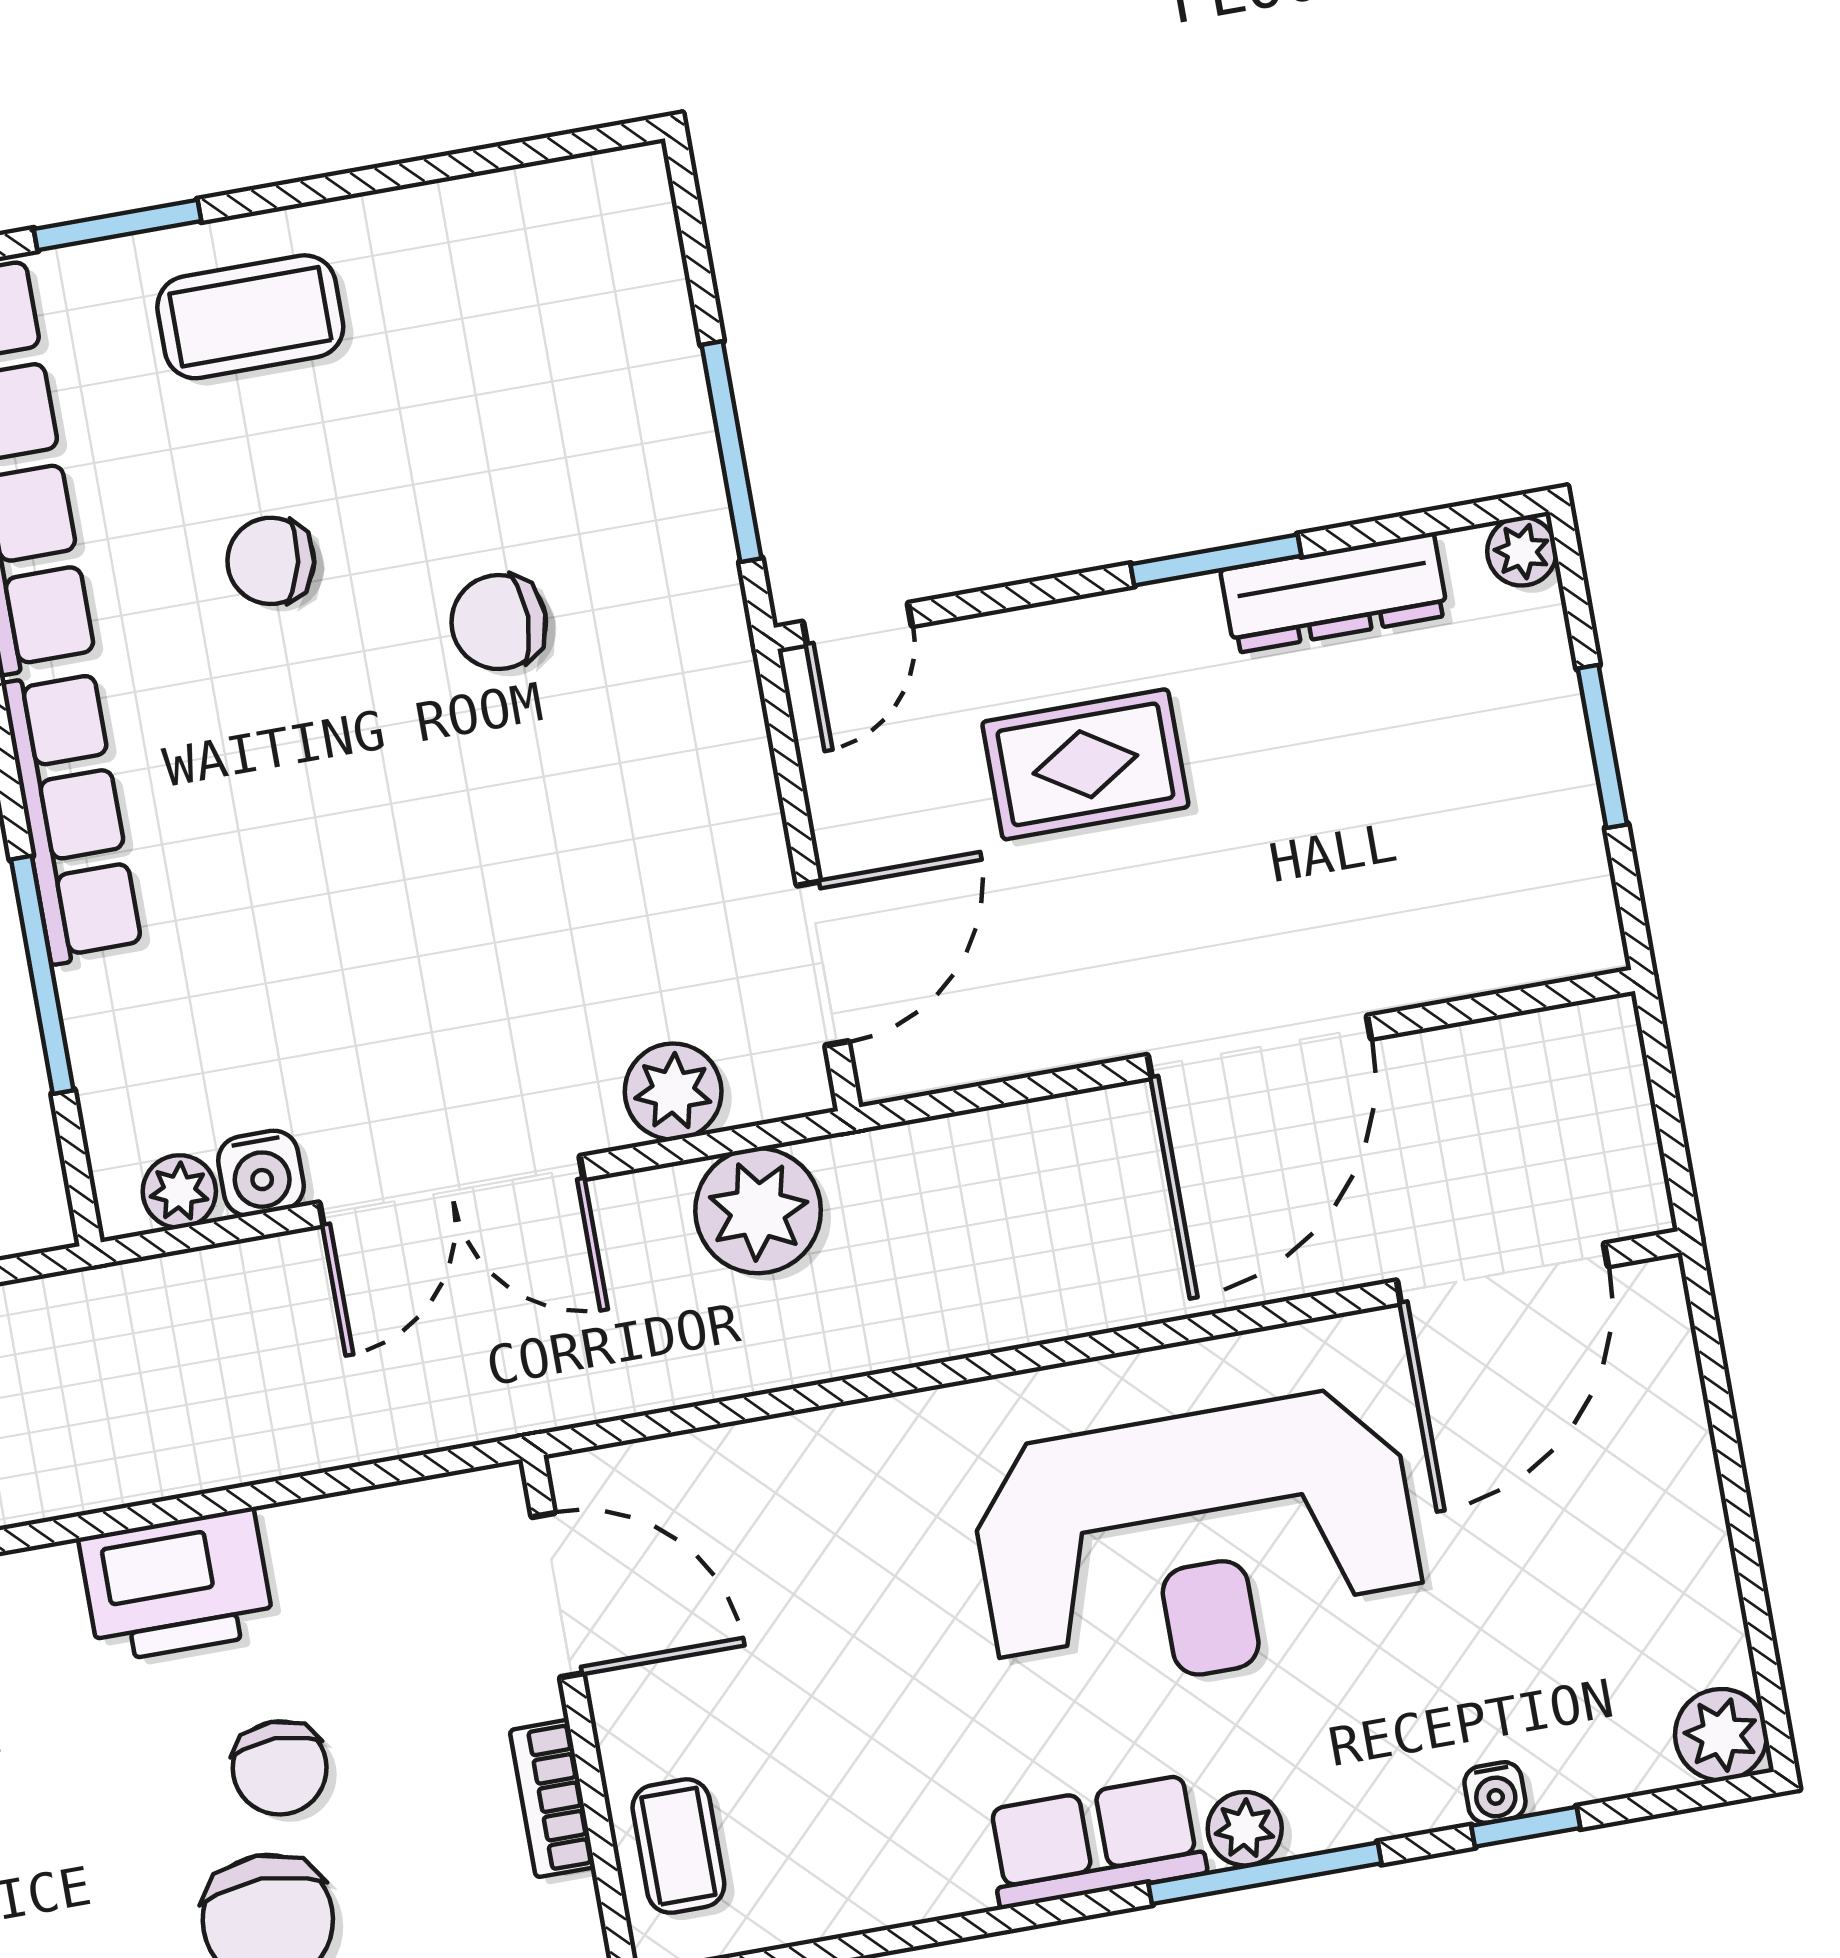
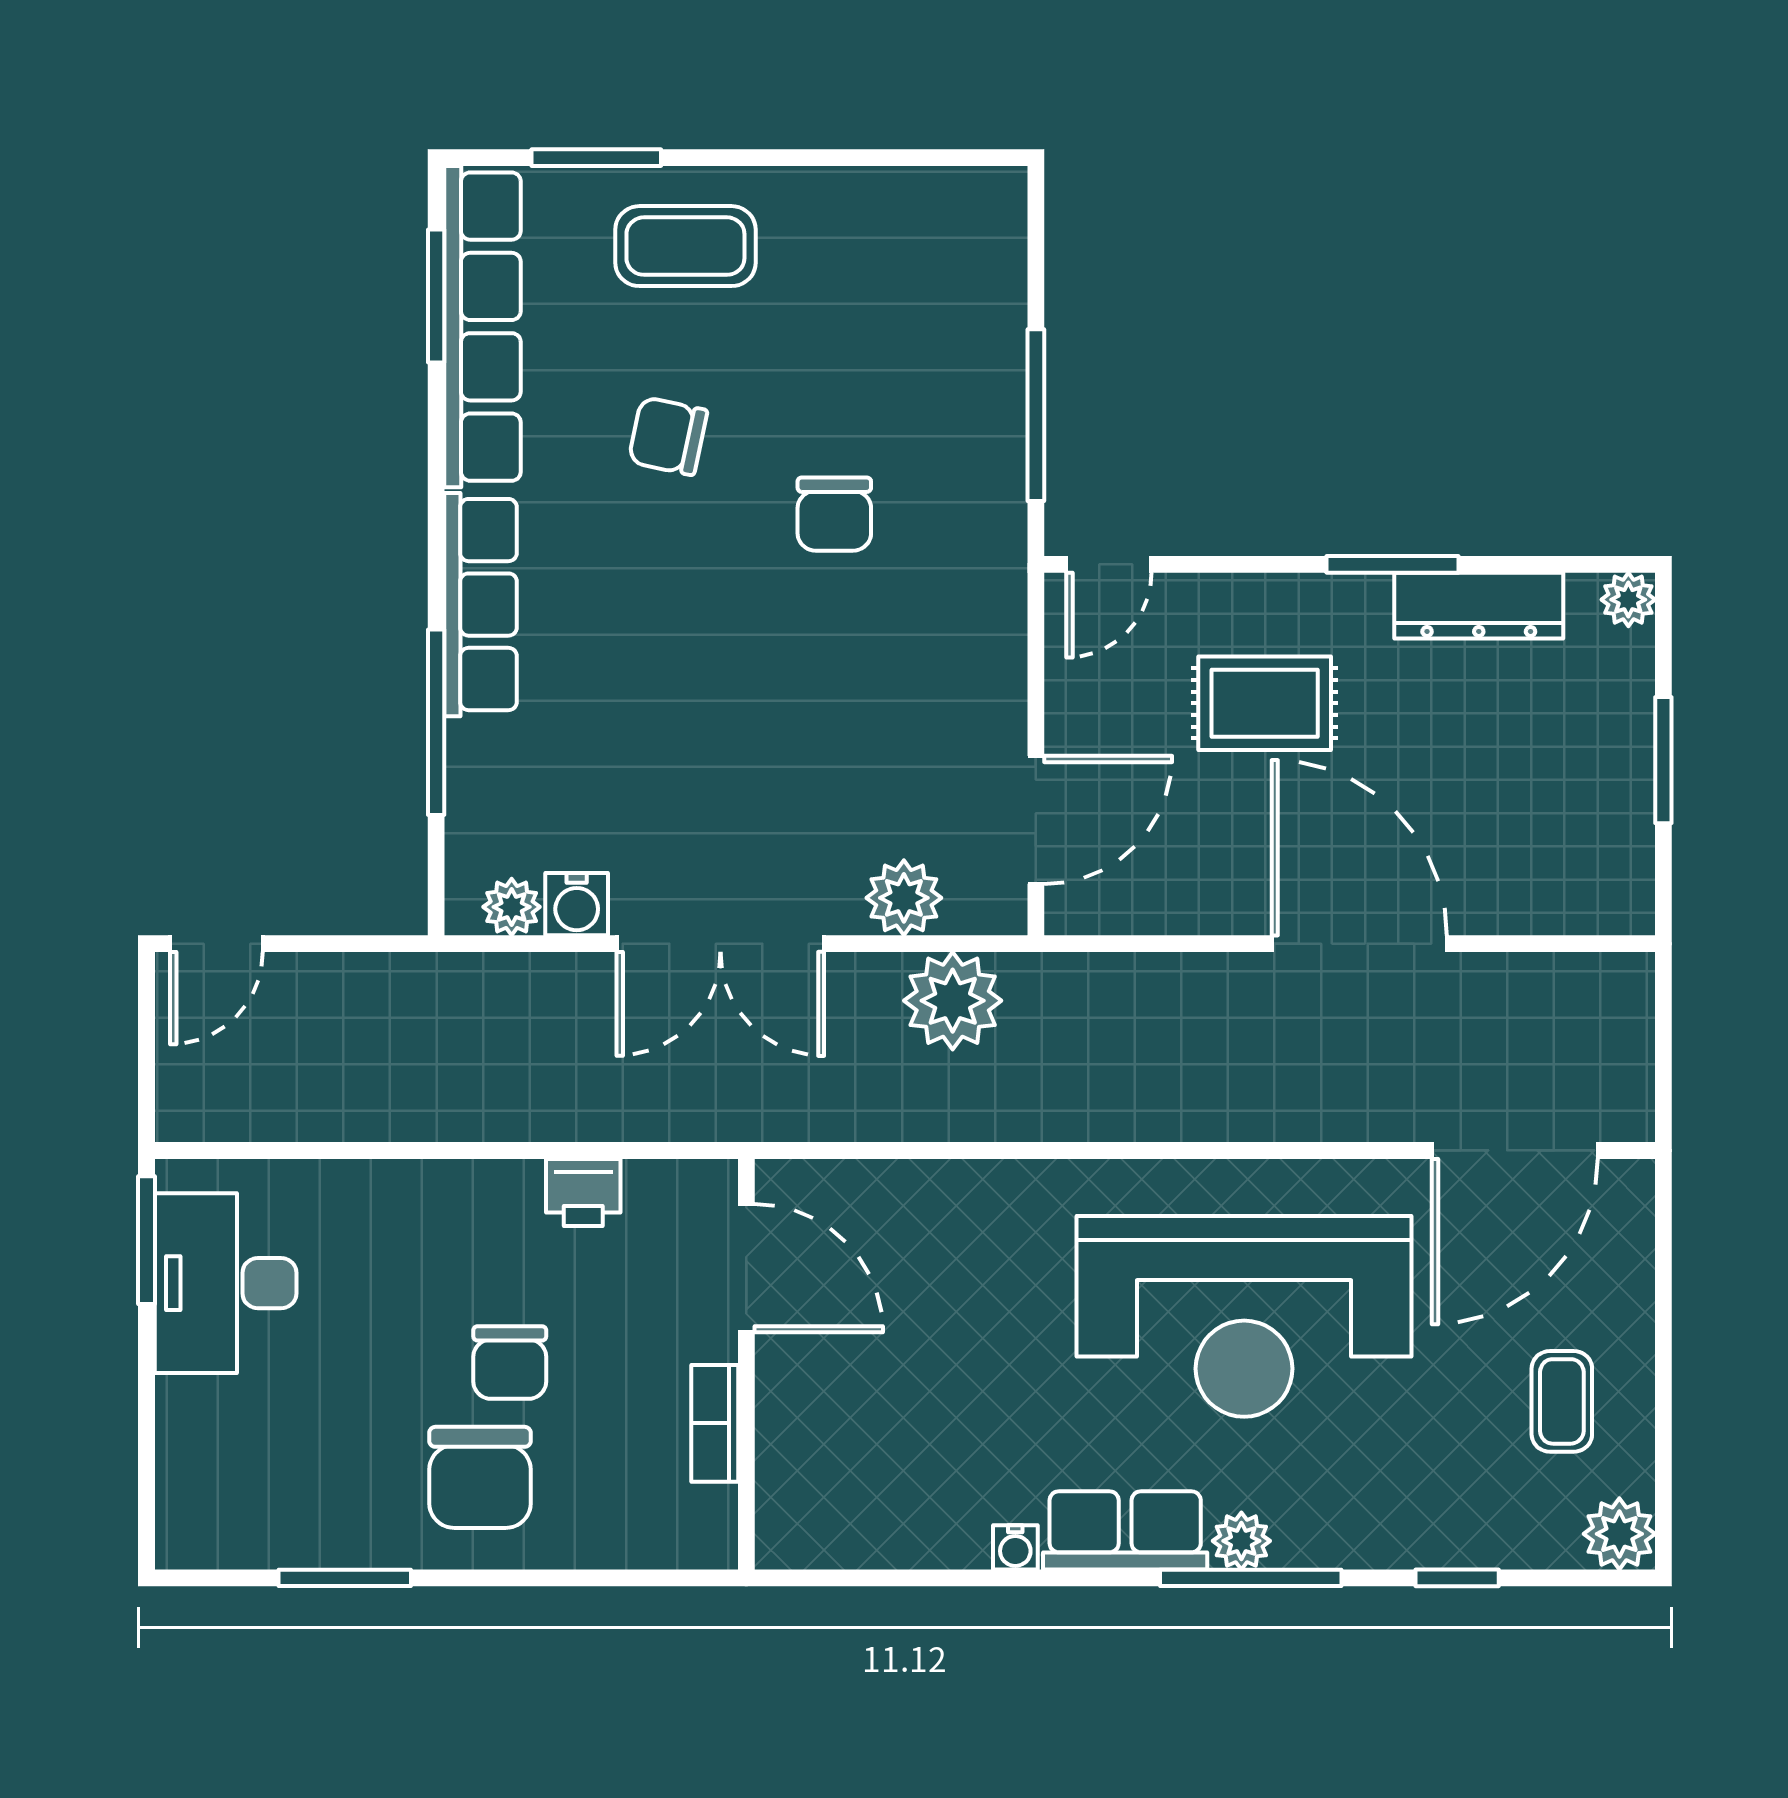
chair: (499, 622) -> (834, 514), turned -90
door: (1259, 1047) -> (1359, 944), swing flipped
printer: (177, 1585) -> (583, 1192), moved, width x0.53, depth x0.68
water cooler: (1495, 1792) -> (1015, 1547), moved
coffee table: (678, 1846) -> (1562, 1401), moved

